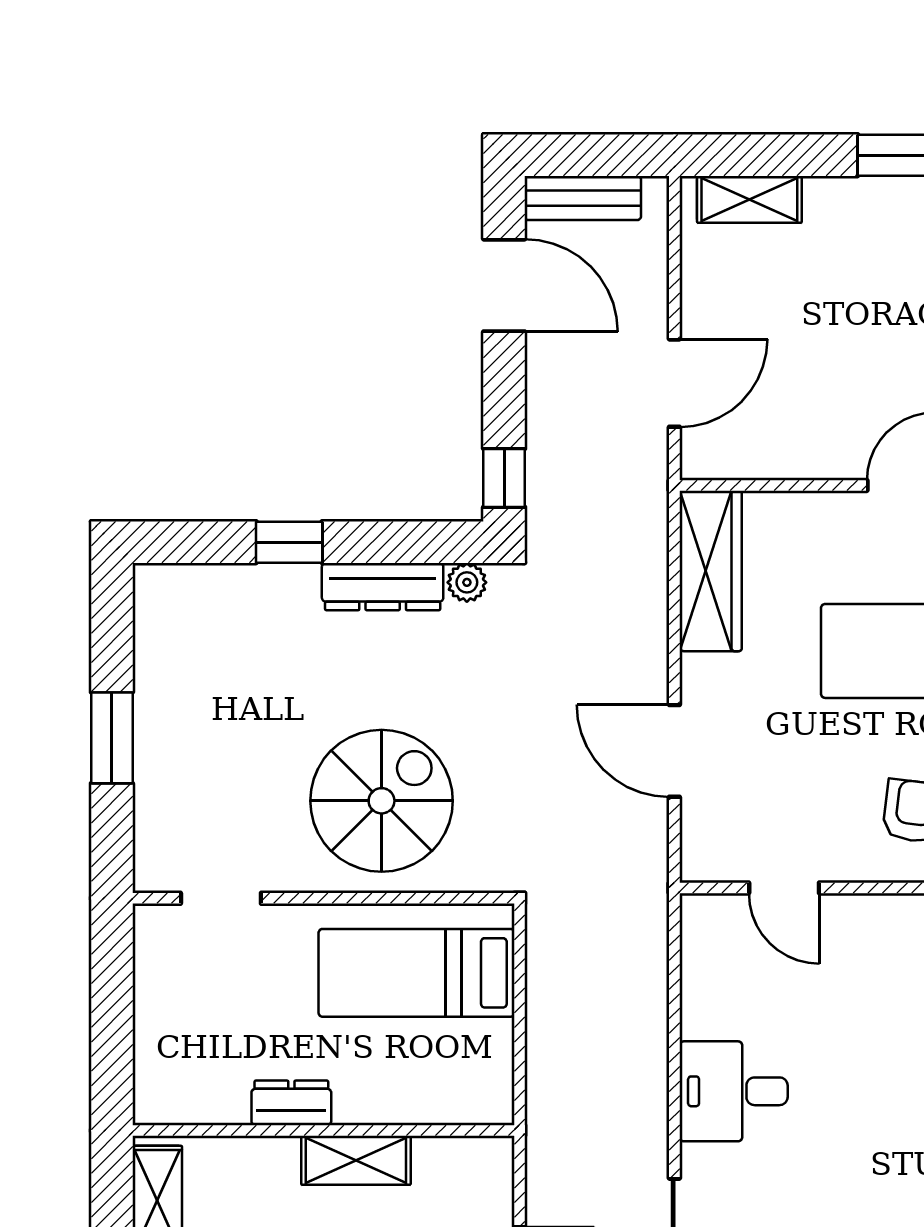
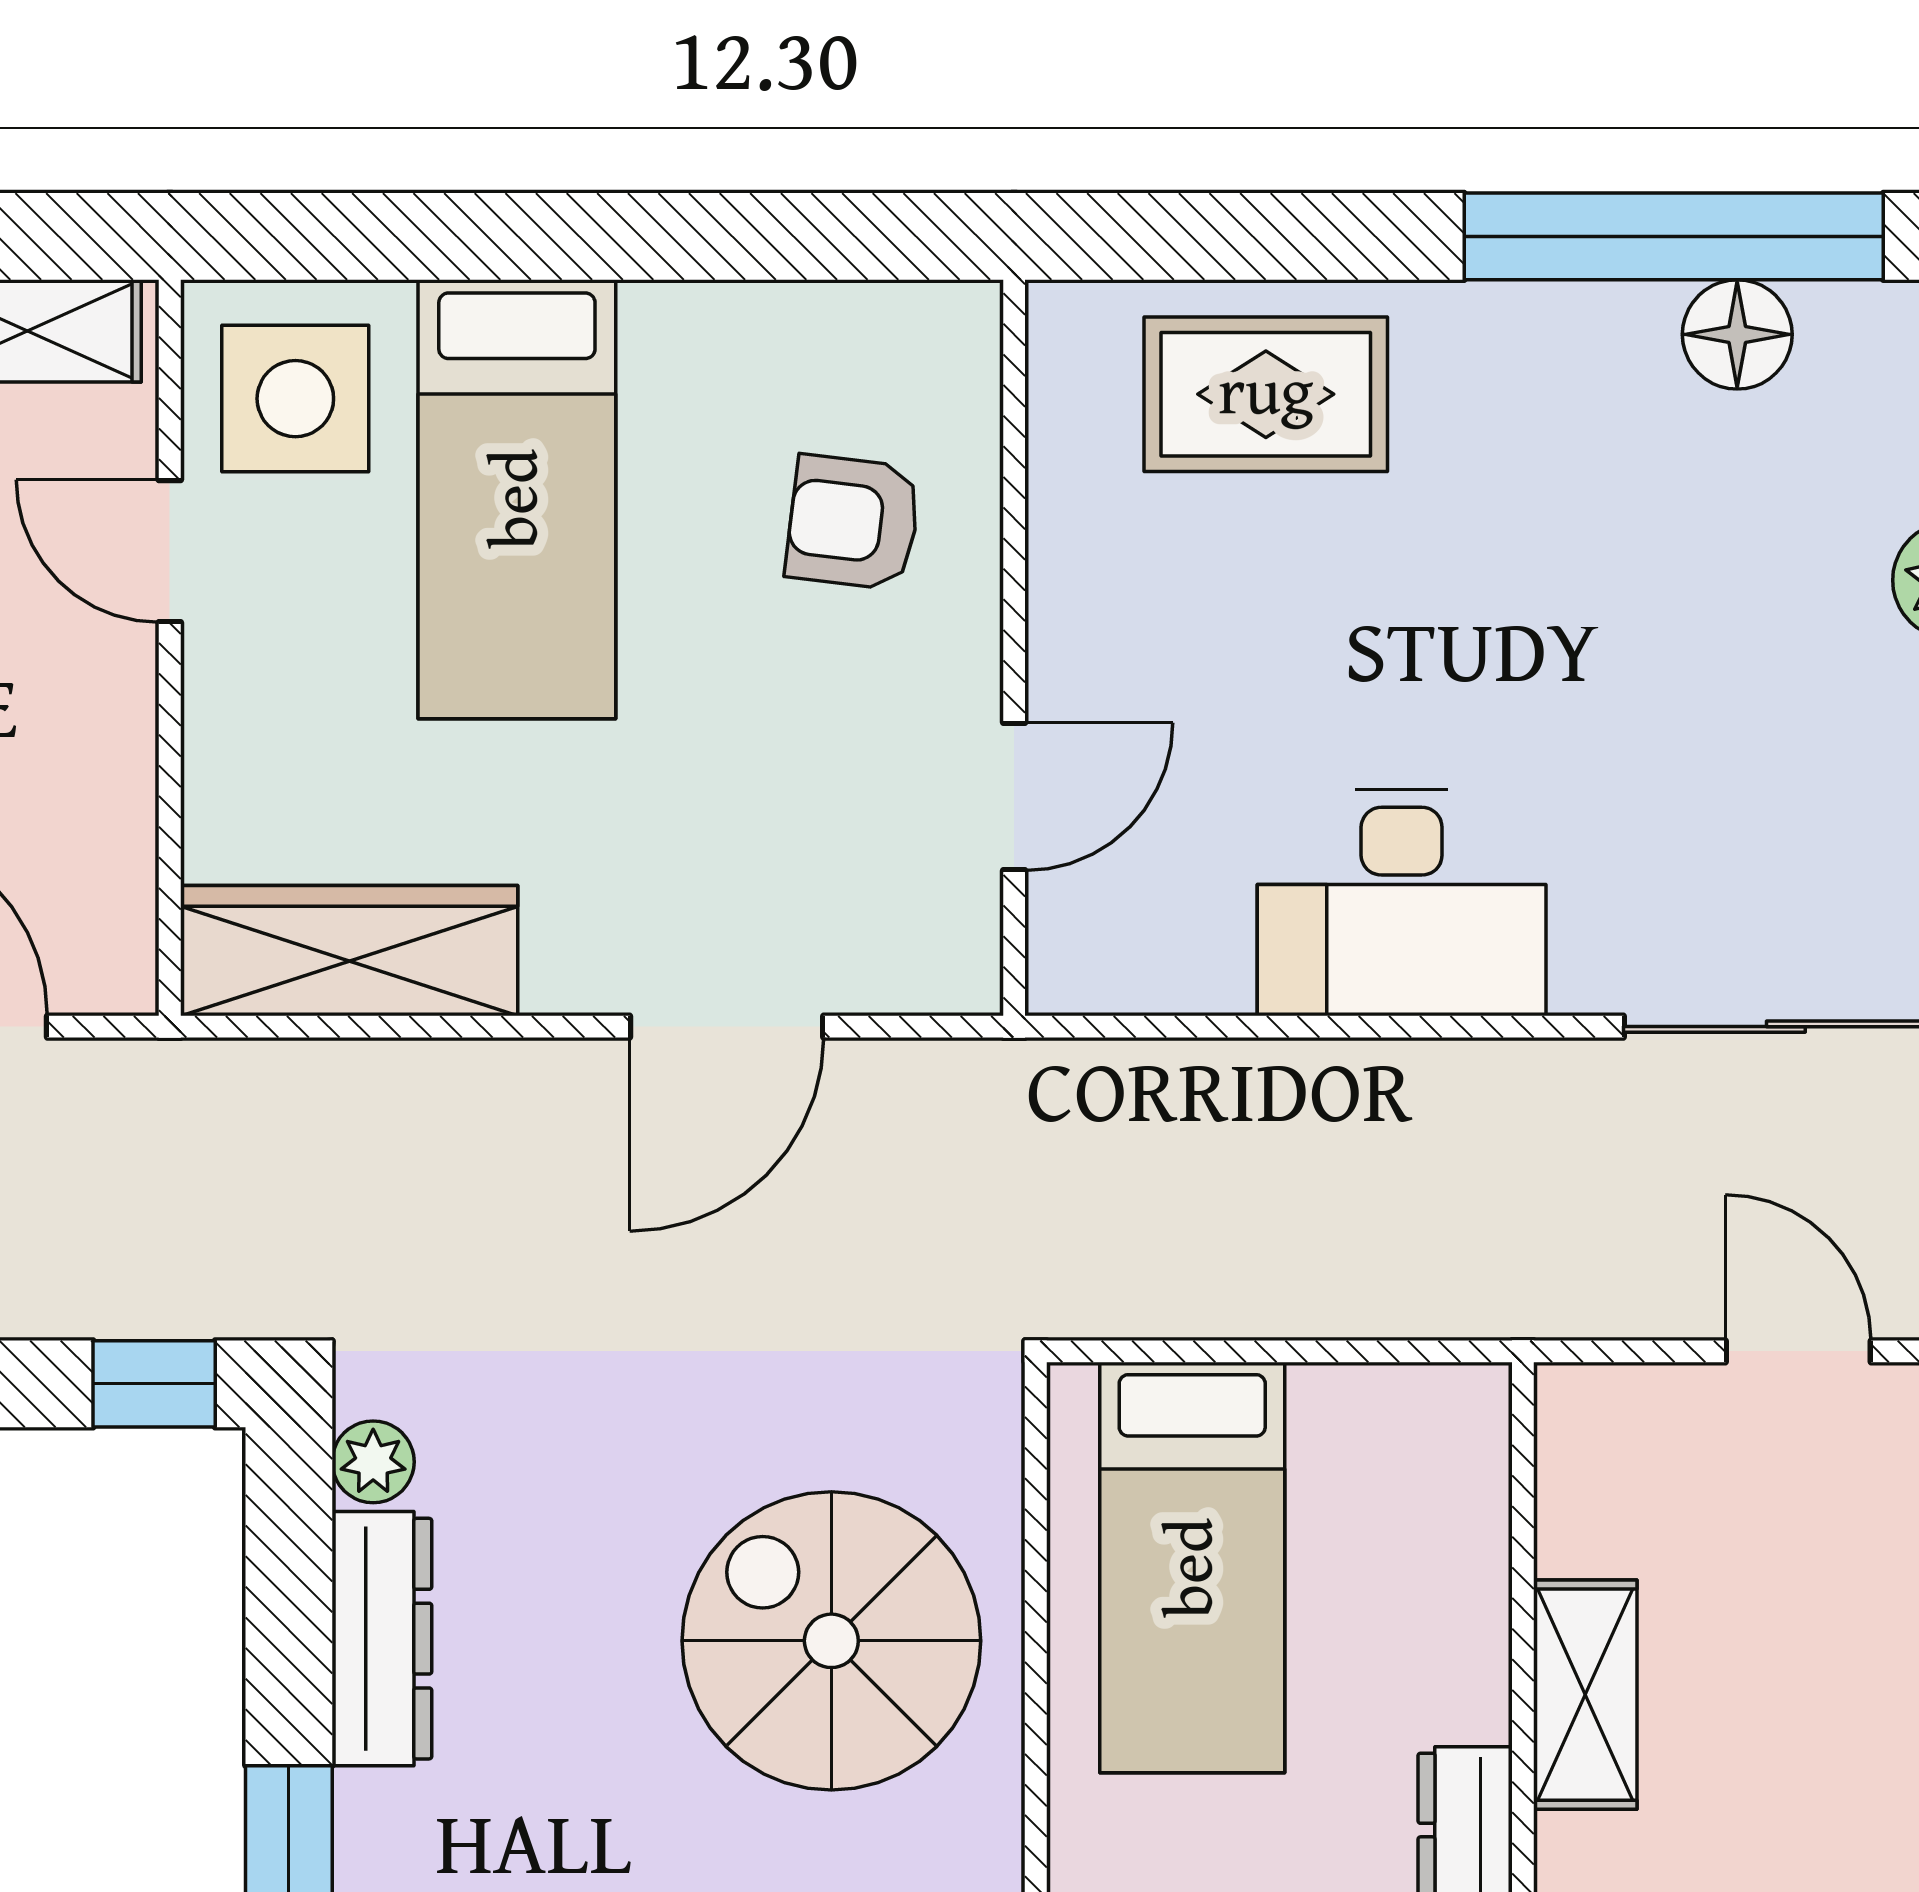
desk: (734, 1091) -> (1402, 902), width x1.37

